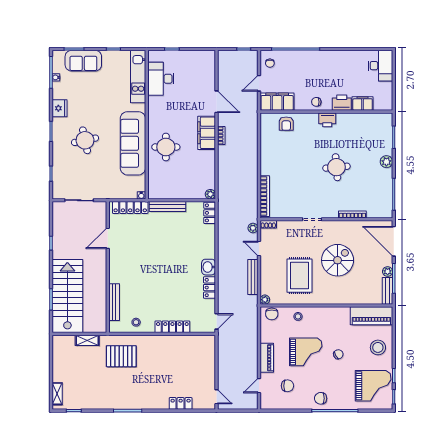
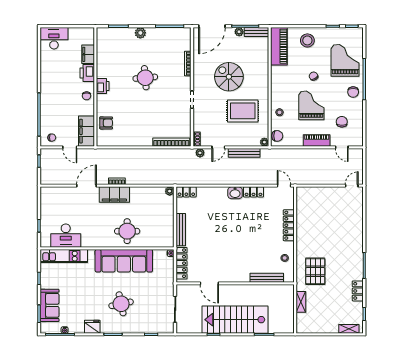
stairs: (67, 296) -> (235, 320), moved
grand piano: (373, 386) -> (345, 60), moved
locker: (181, 403) -> (358, 291), moved

